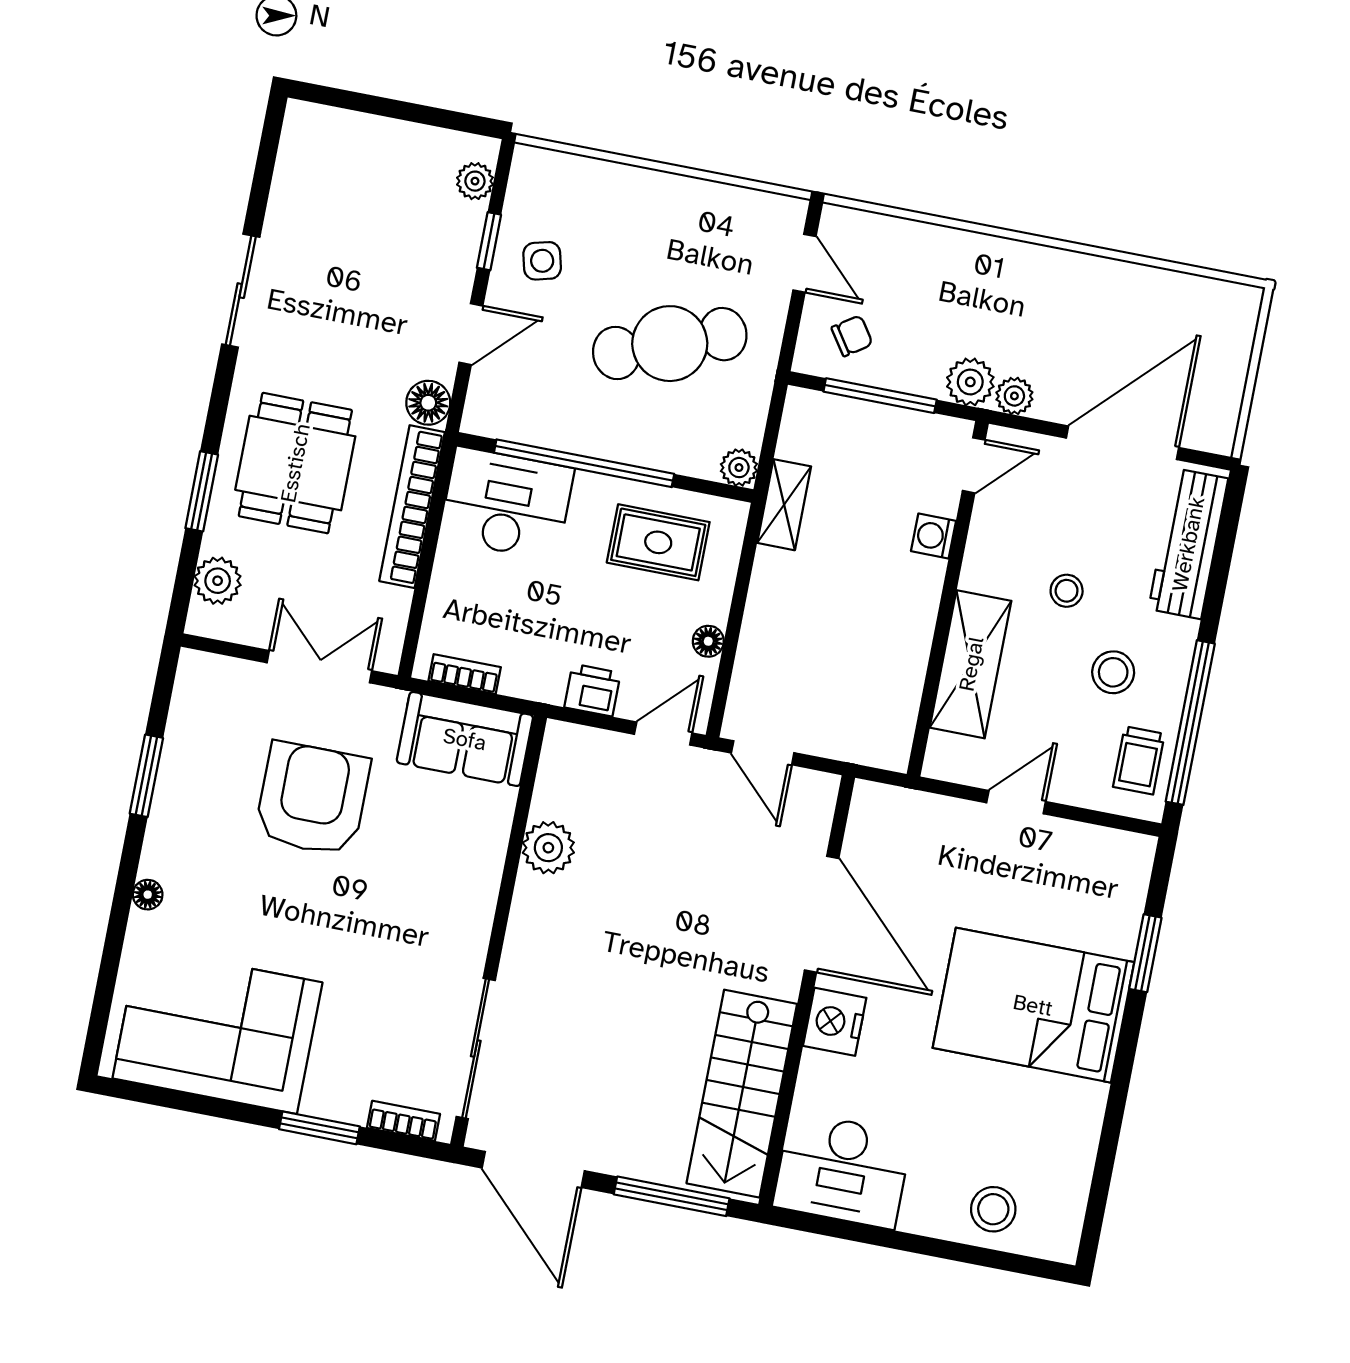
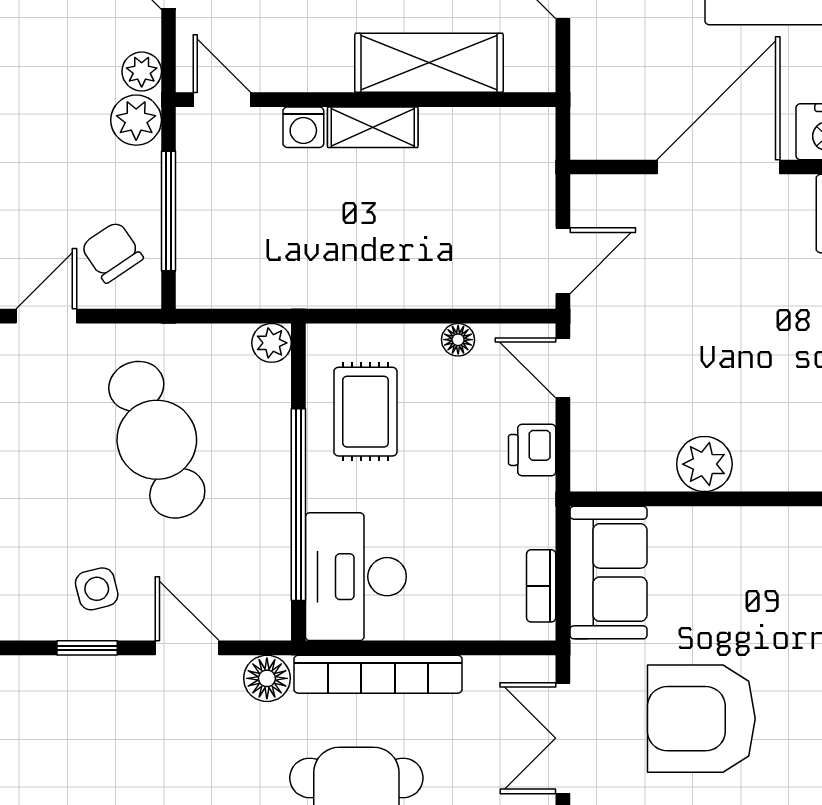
plant: (475, 181) -> (28, 675), removed
chair: (852, 336) -> (112, 252), width x1.37, depth x1.37
shelving: (784, 505) -> (373, 127), moved

